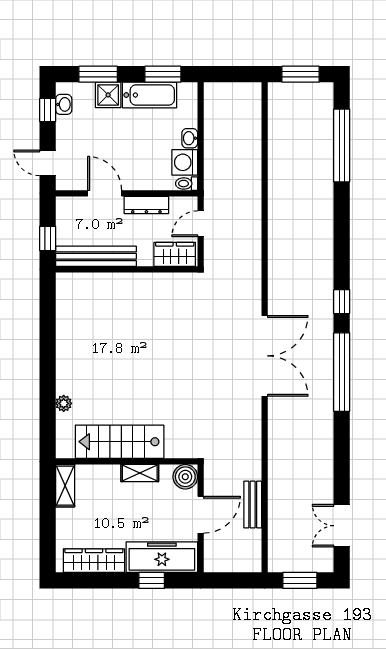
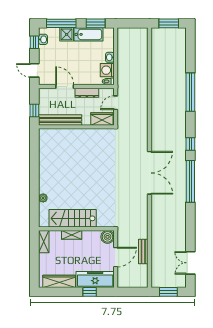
window: (98, 74) -> (61, 23), width x1.44
window: (342, 145) -> (190, 92), moved
shelving: (140, 473) -> (72, 235), moved

